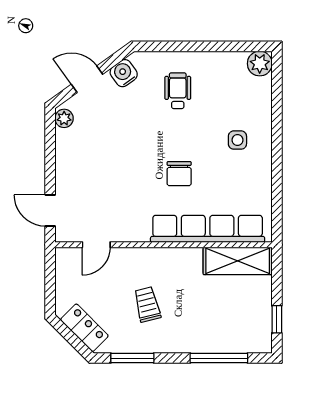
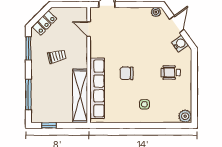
wheelchair: (178, 91) -> (171, 73), turned 180
shelving: (238, 261) -> (80, 96), width x1.47

